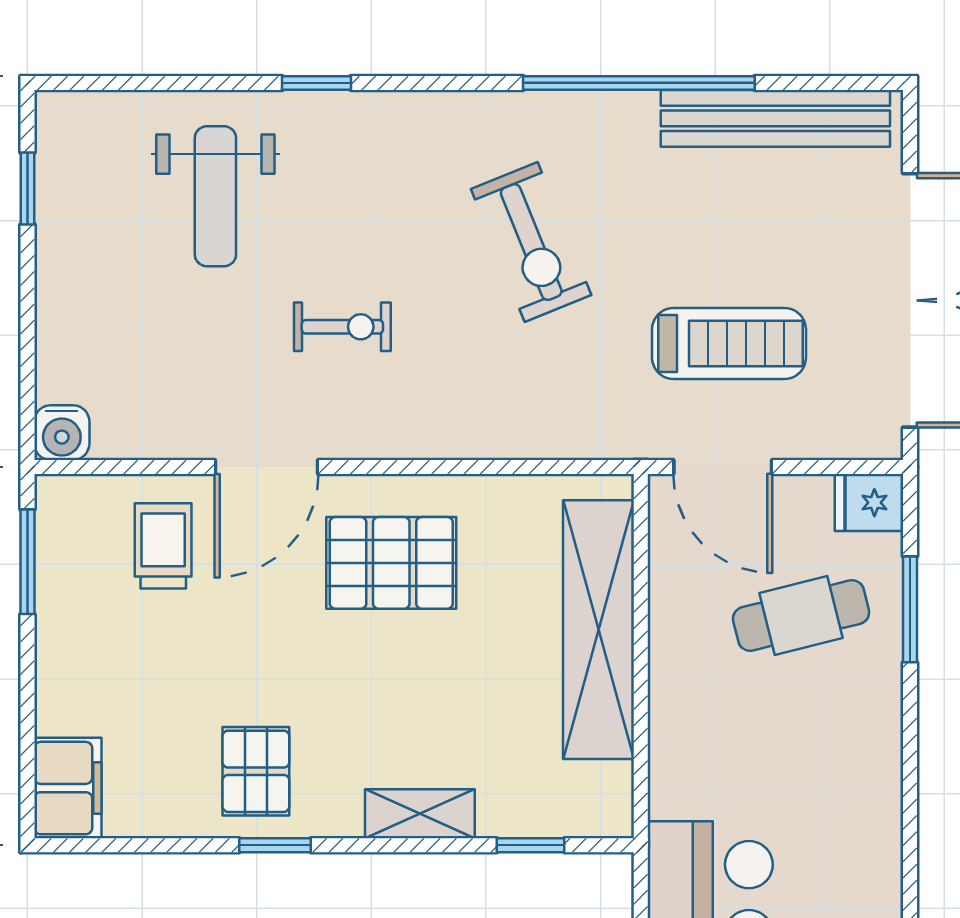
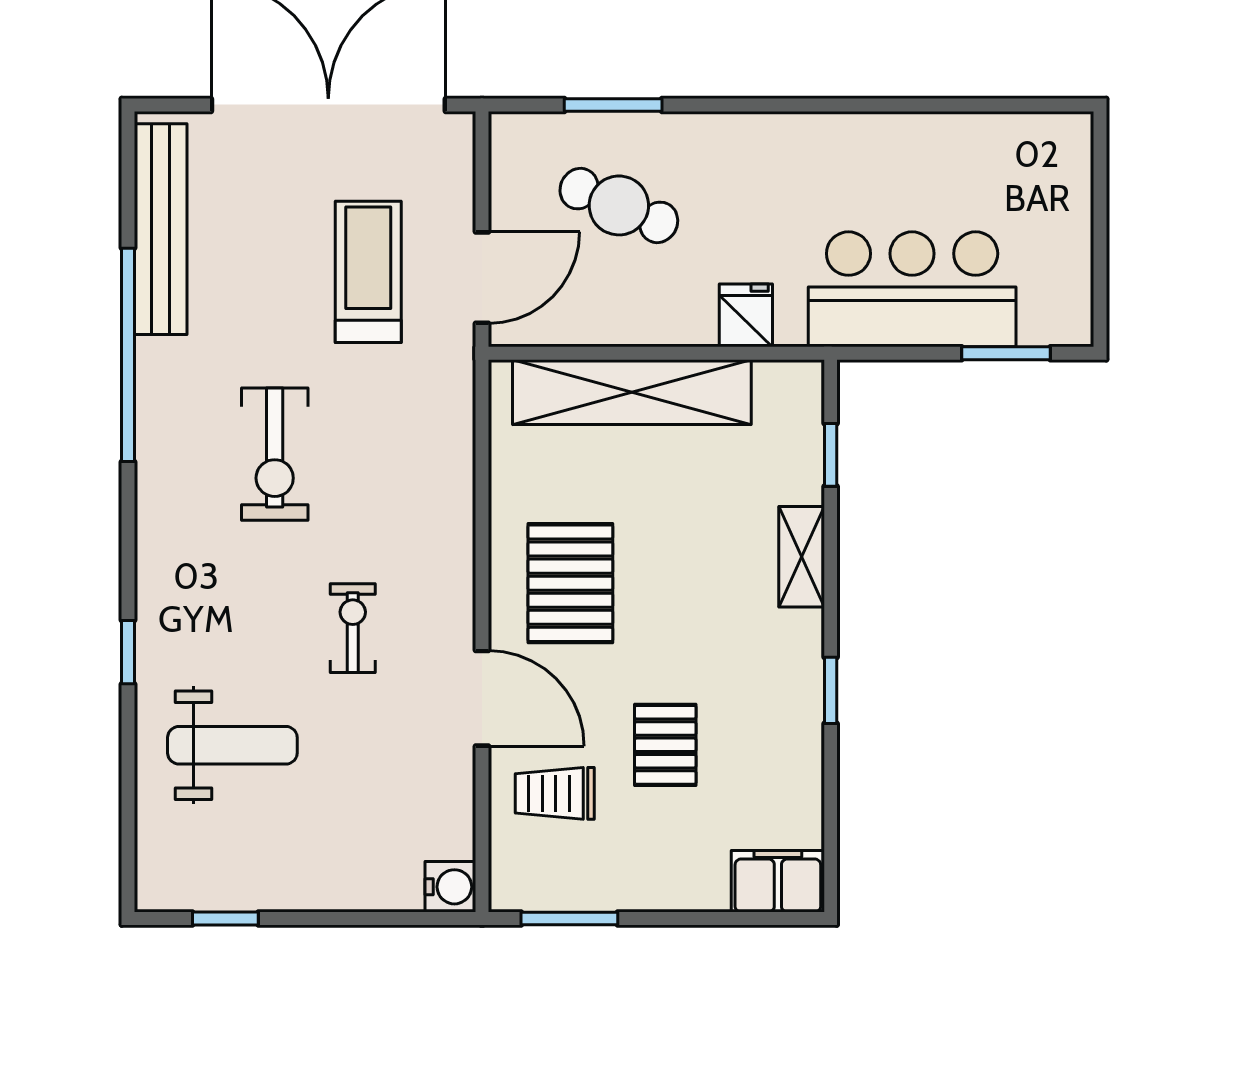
exercise bike: (531, 242) -> (275, 454), turned 112
fridge: (869, 503) -> (746, 315), moved, turned 180
cafe table: (801, 616) -> (619, 205), turned -53
pallet: (256, 771) -> (665, 745), moved, turned 90

